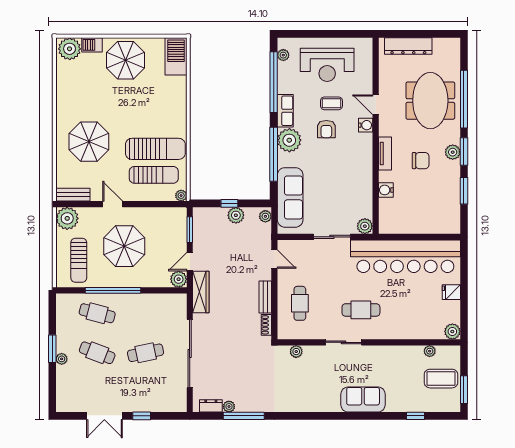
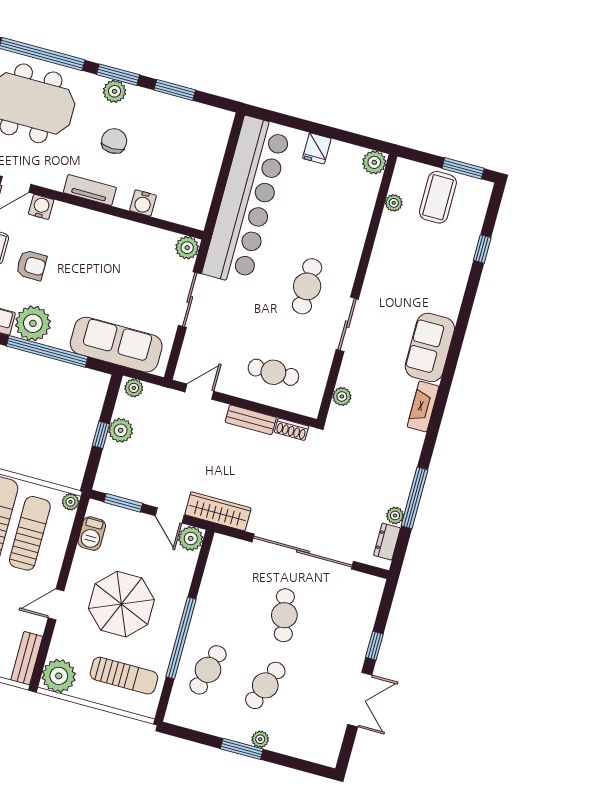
barbecue: (164, 215) -> (92, 534), added
sofa: (363, 399) -> (430, 347), moved
fireplace: (304, 405) -> (423, 406), added

